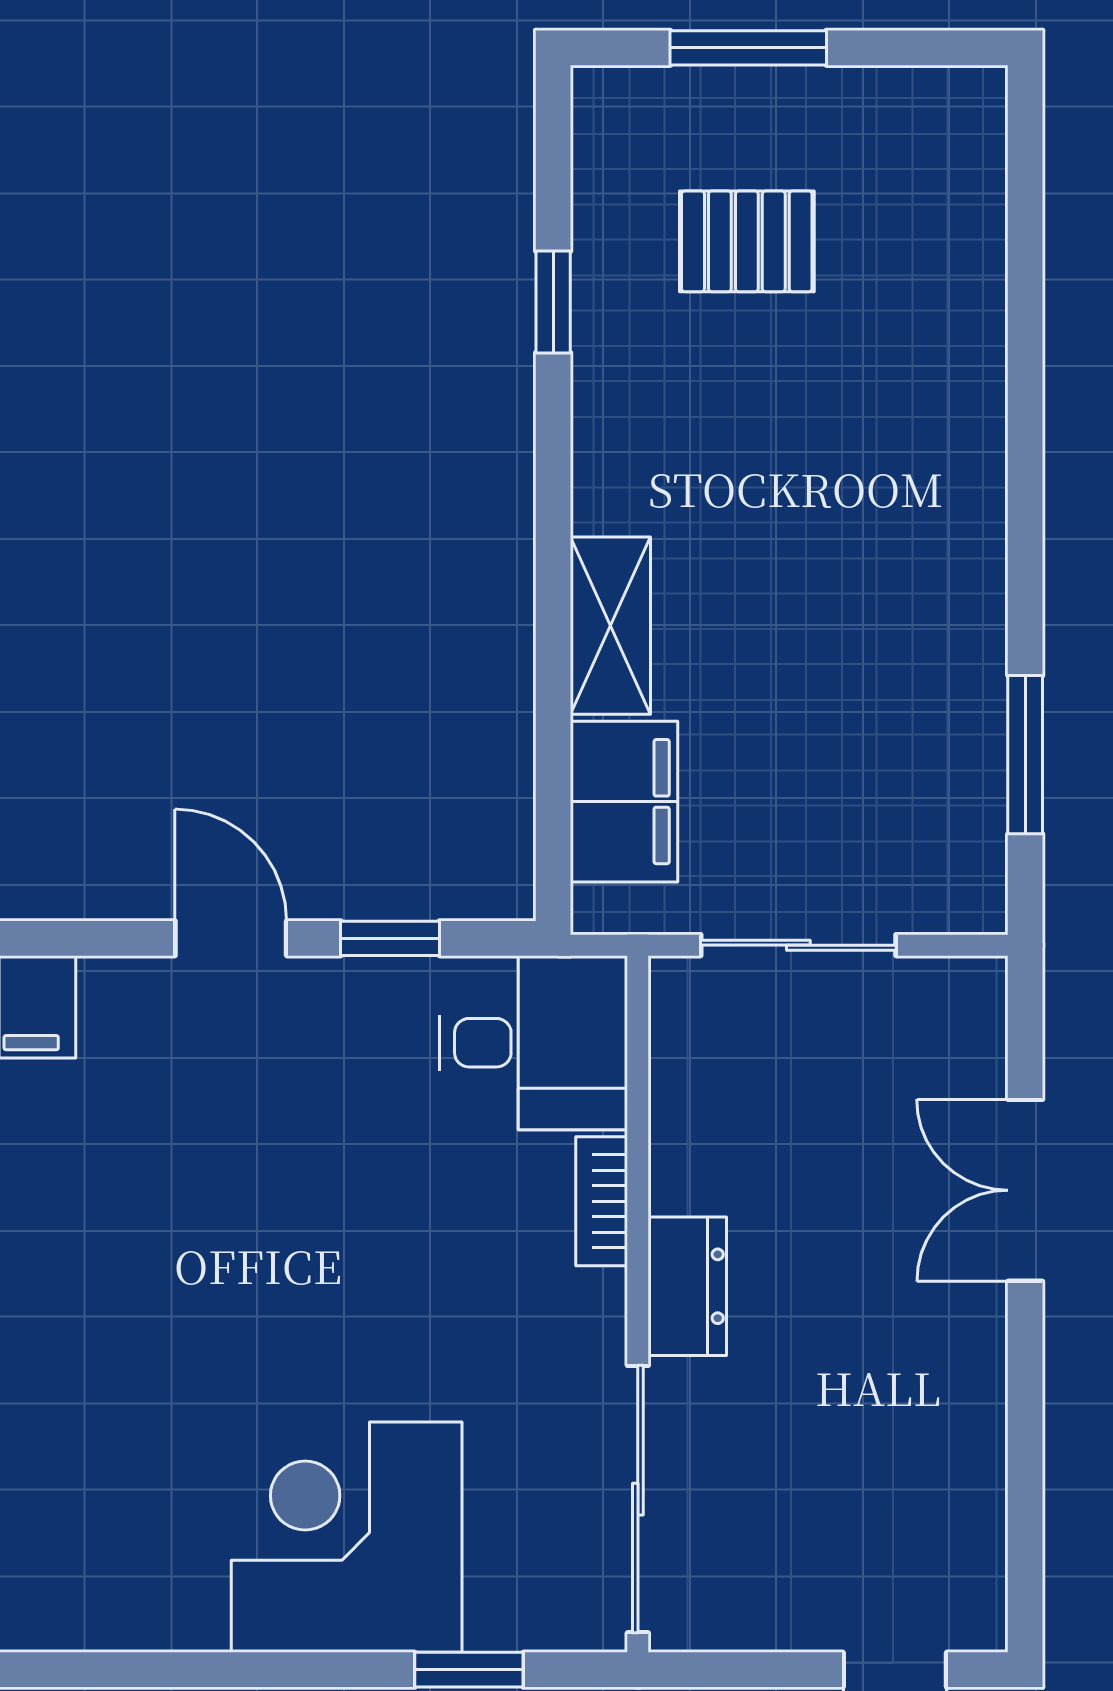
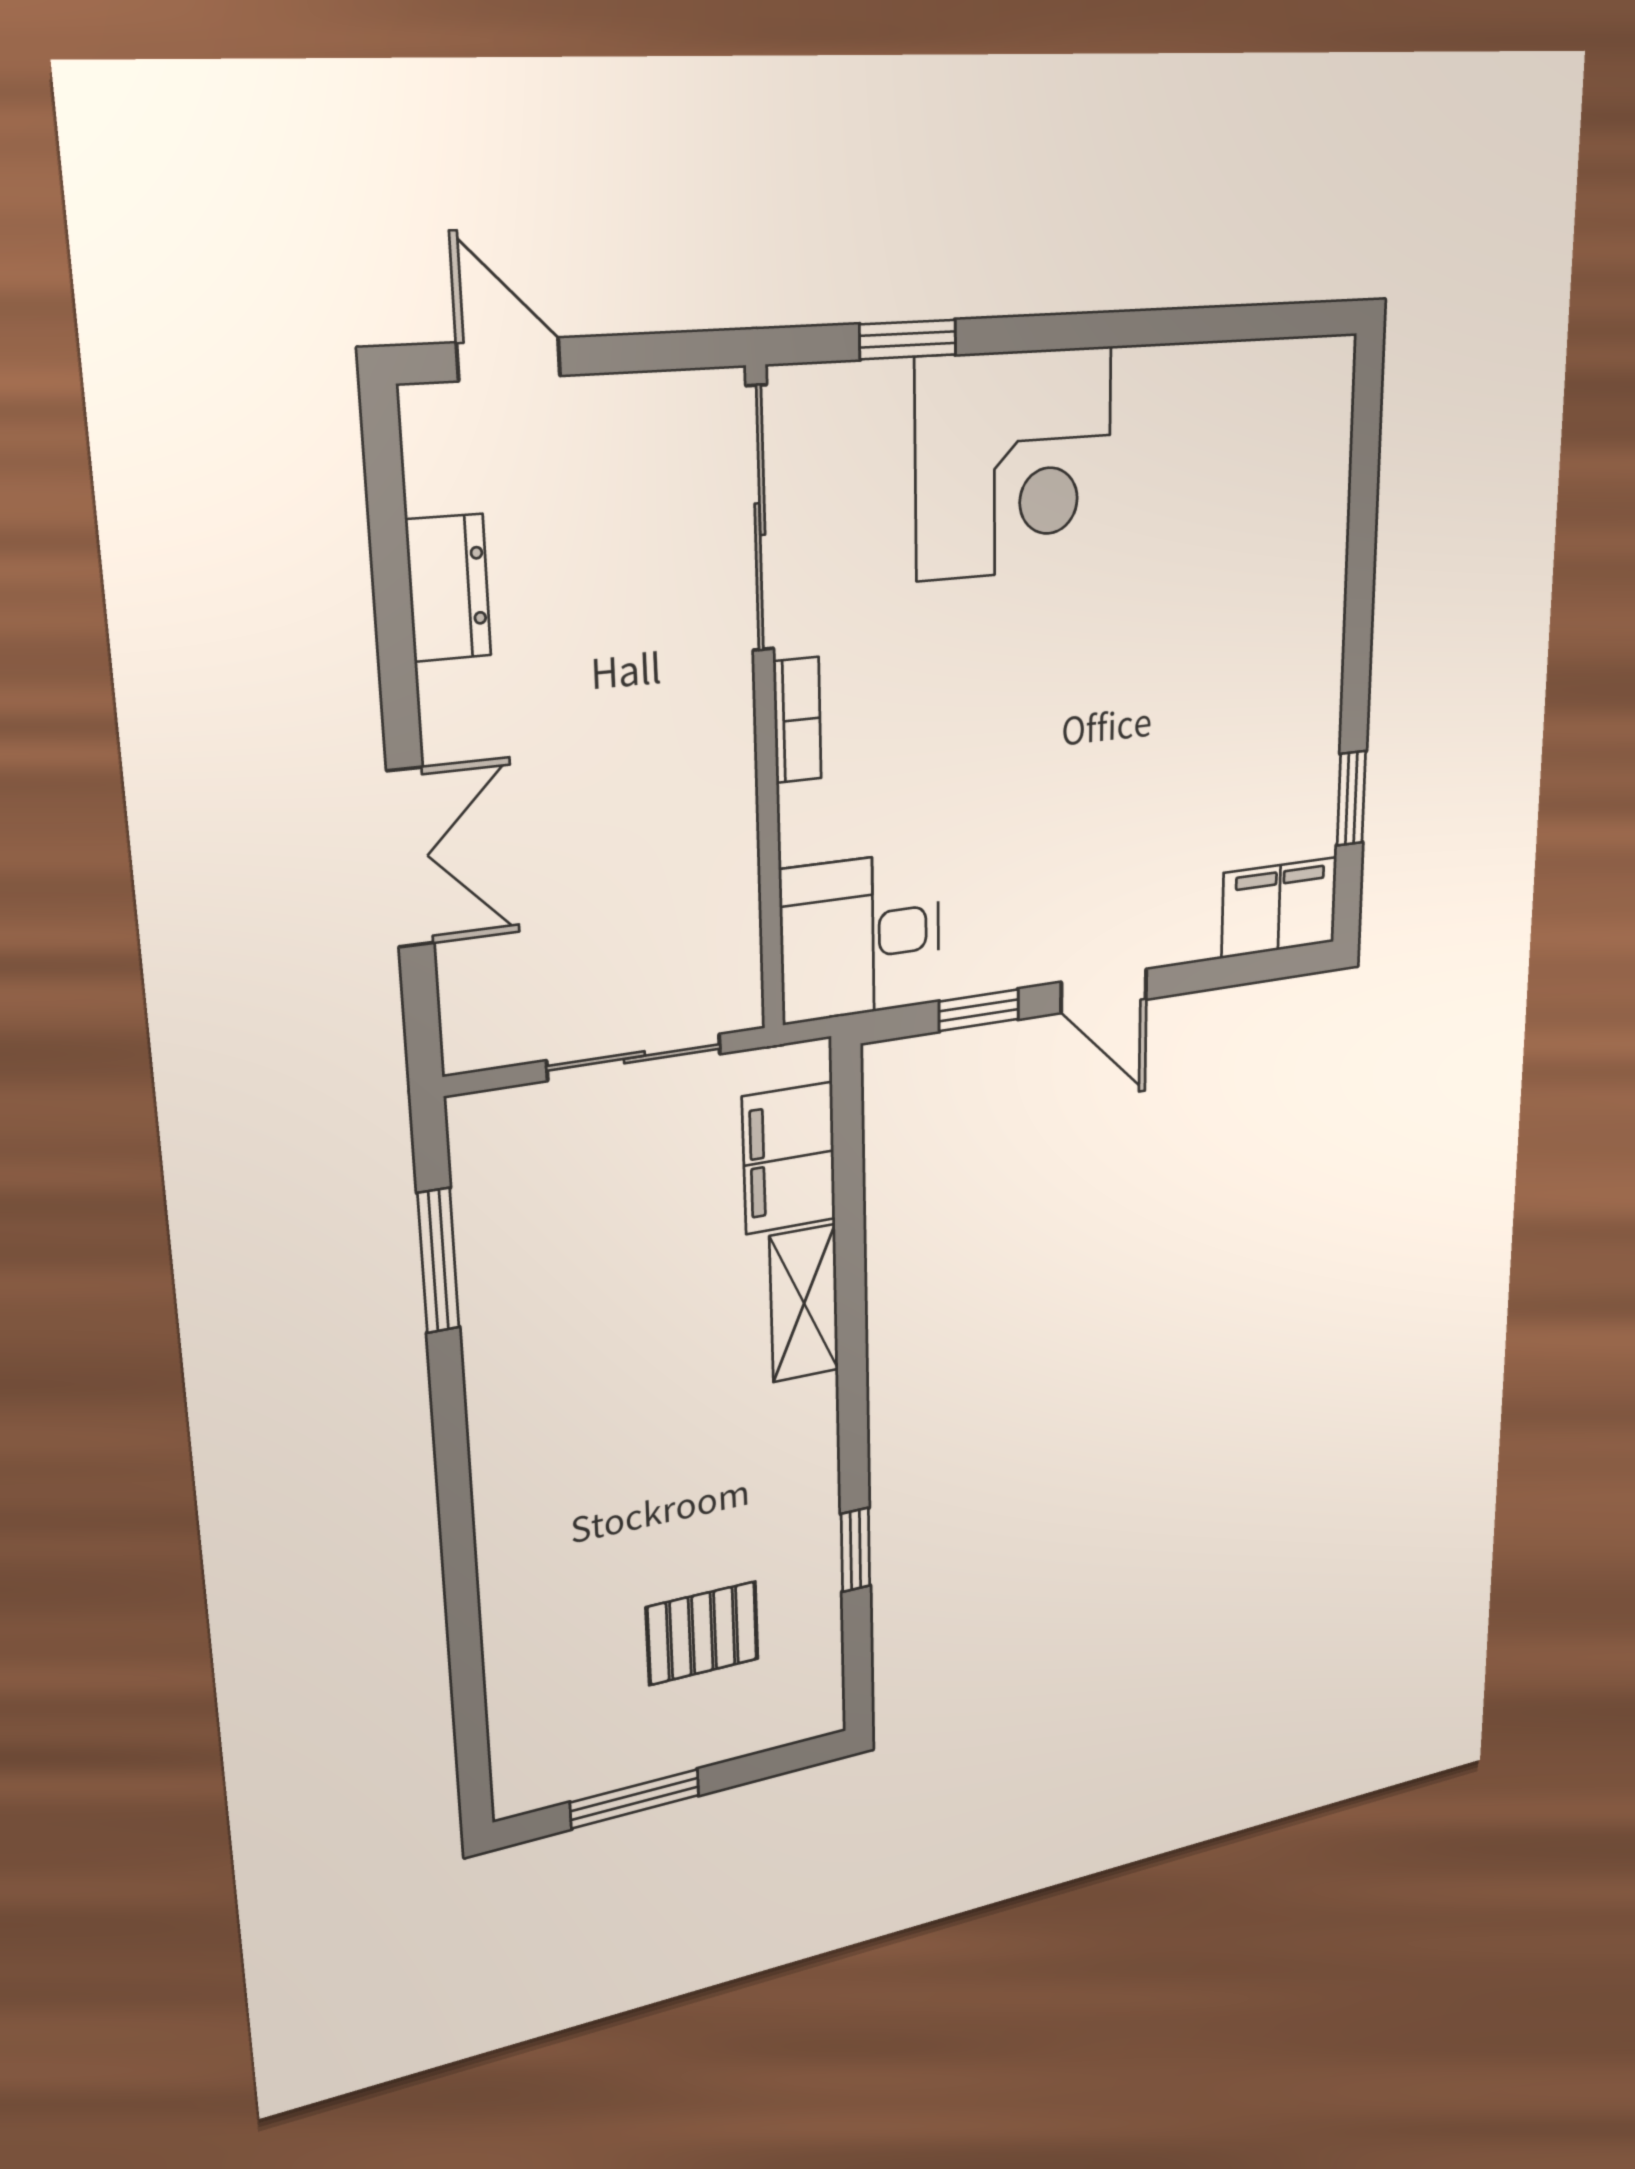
window: (748, 48) -> (635, 1799), moved
bookcase: (602, 1201) -> (797, 720), moved
dresser: (687, 1286) -> (448, 588), moved, turned 180

